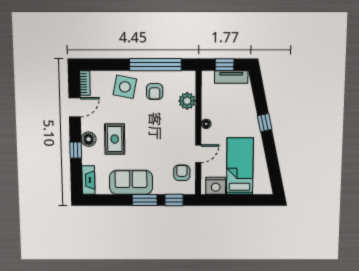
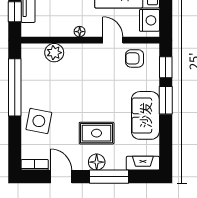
armchair: (155, 91) -> (44, 88), removed
window: (76, 150) -> (109, 177), width x2.17

